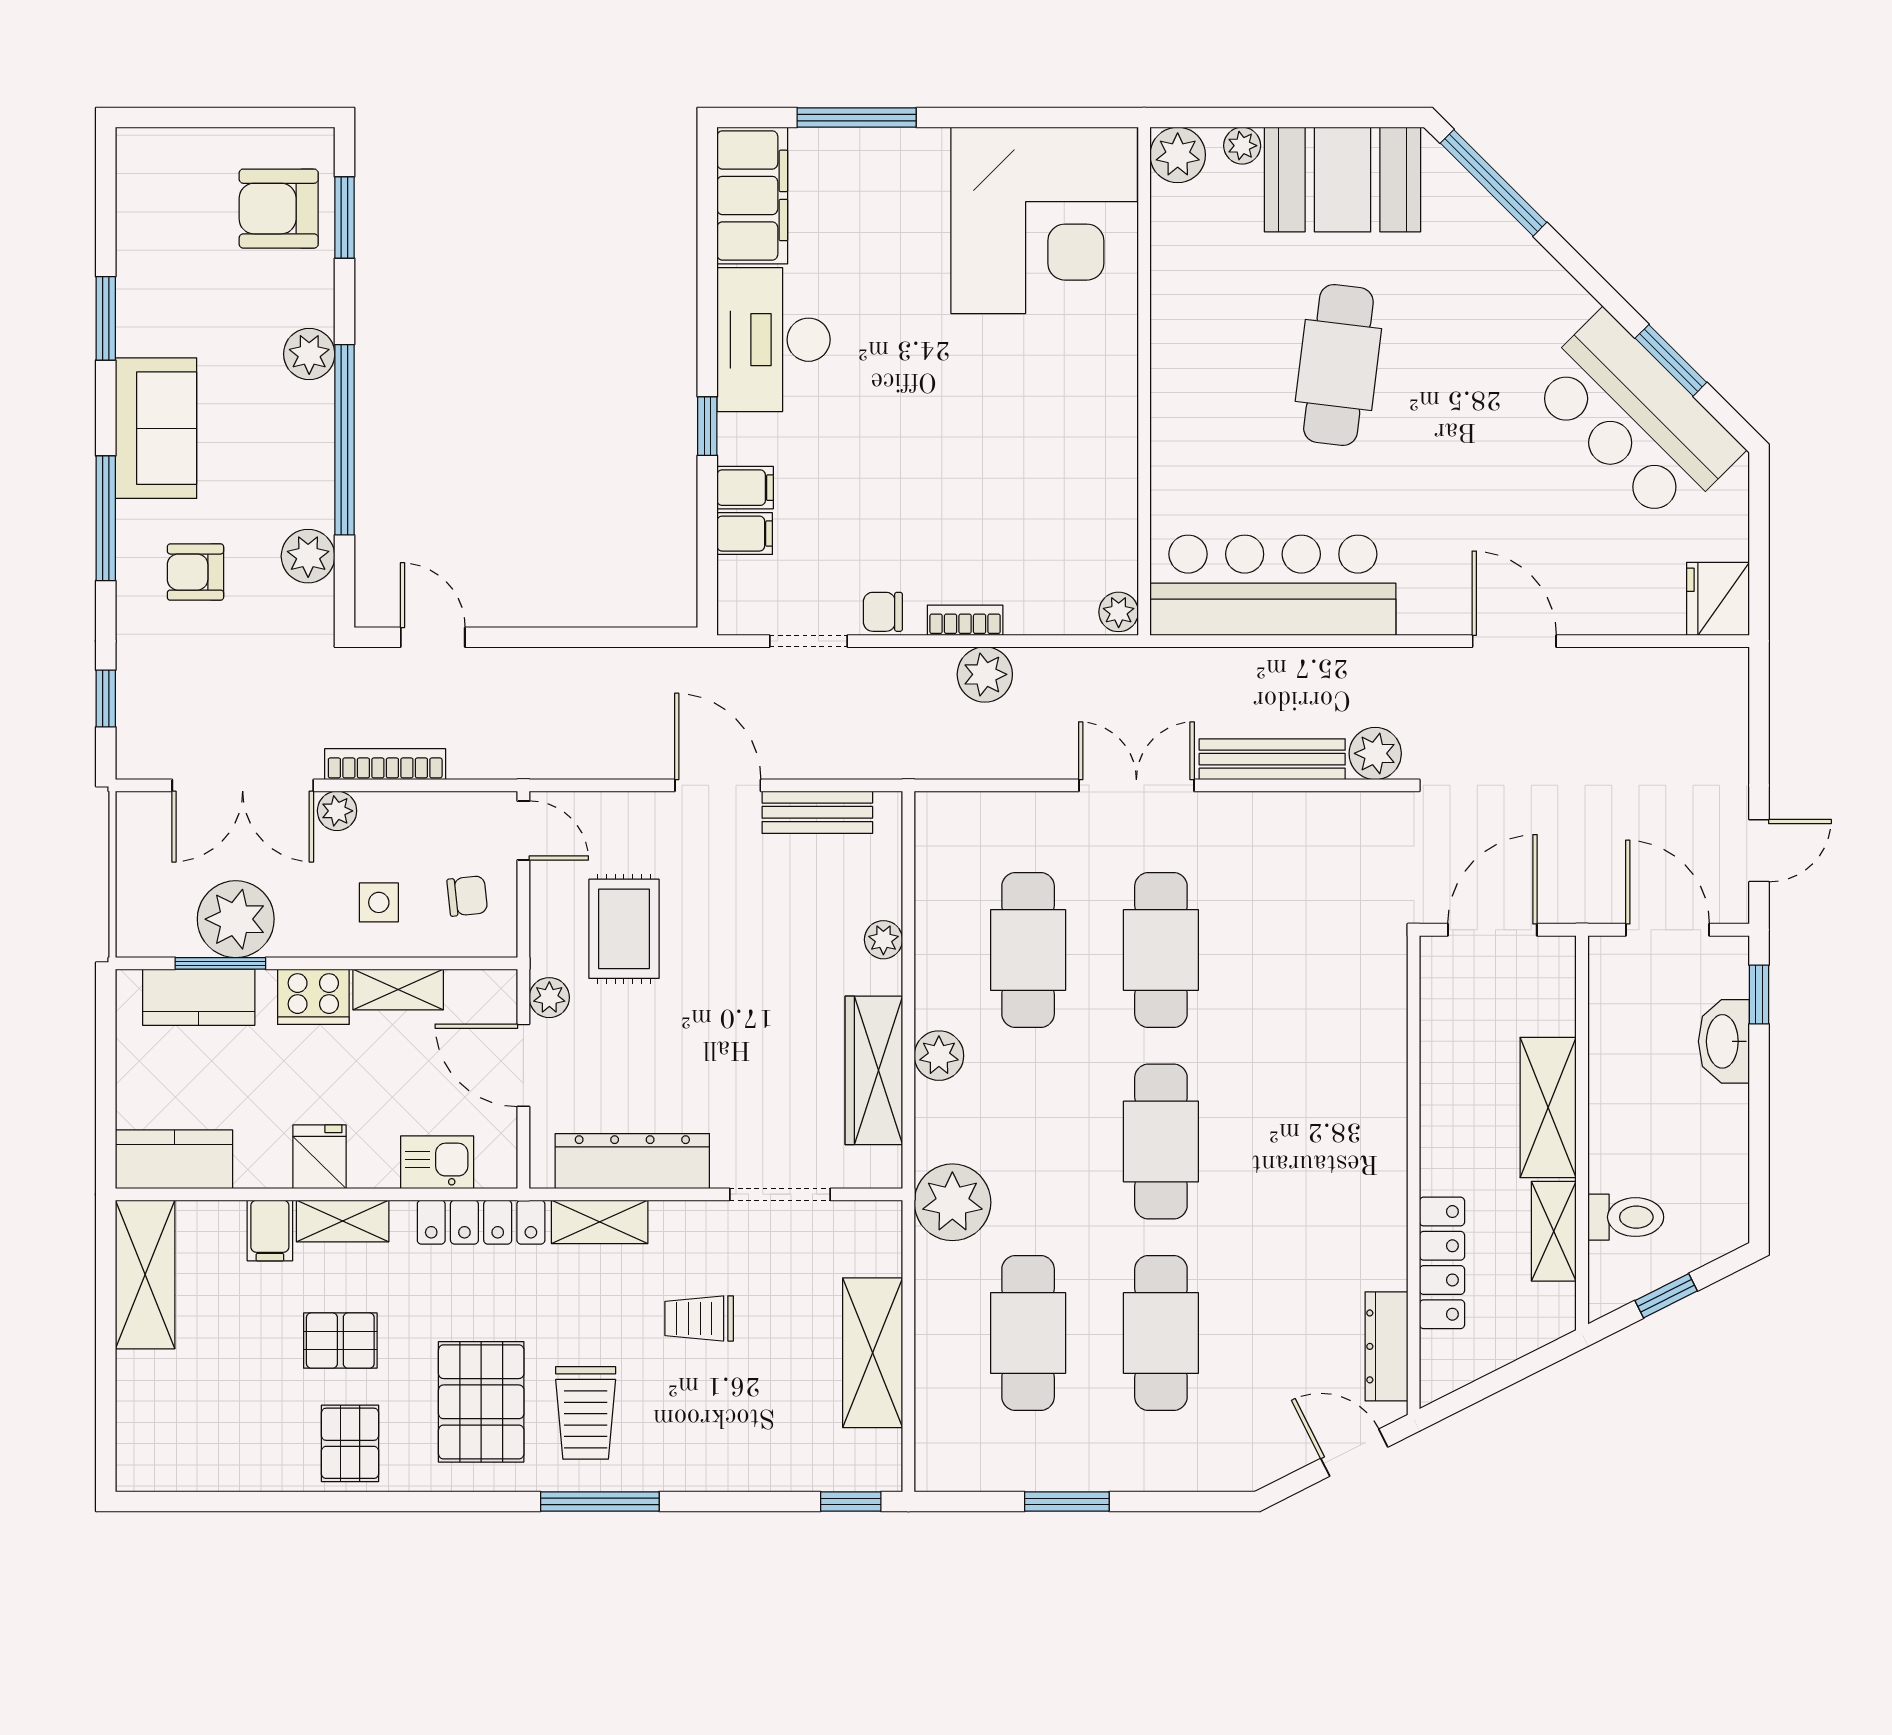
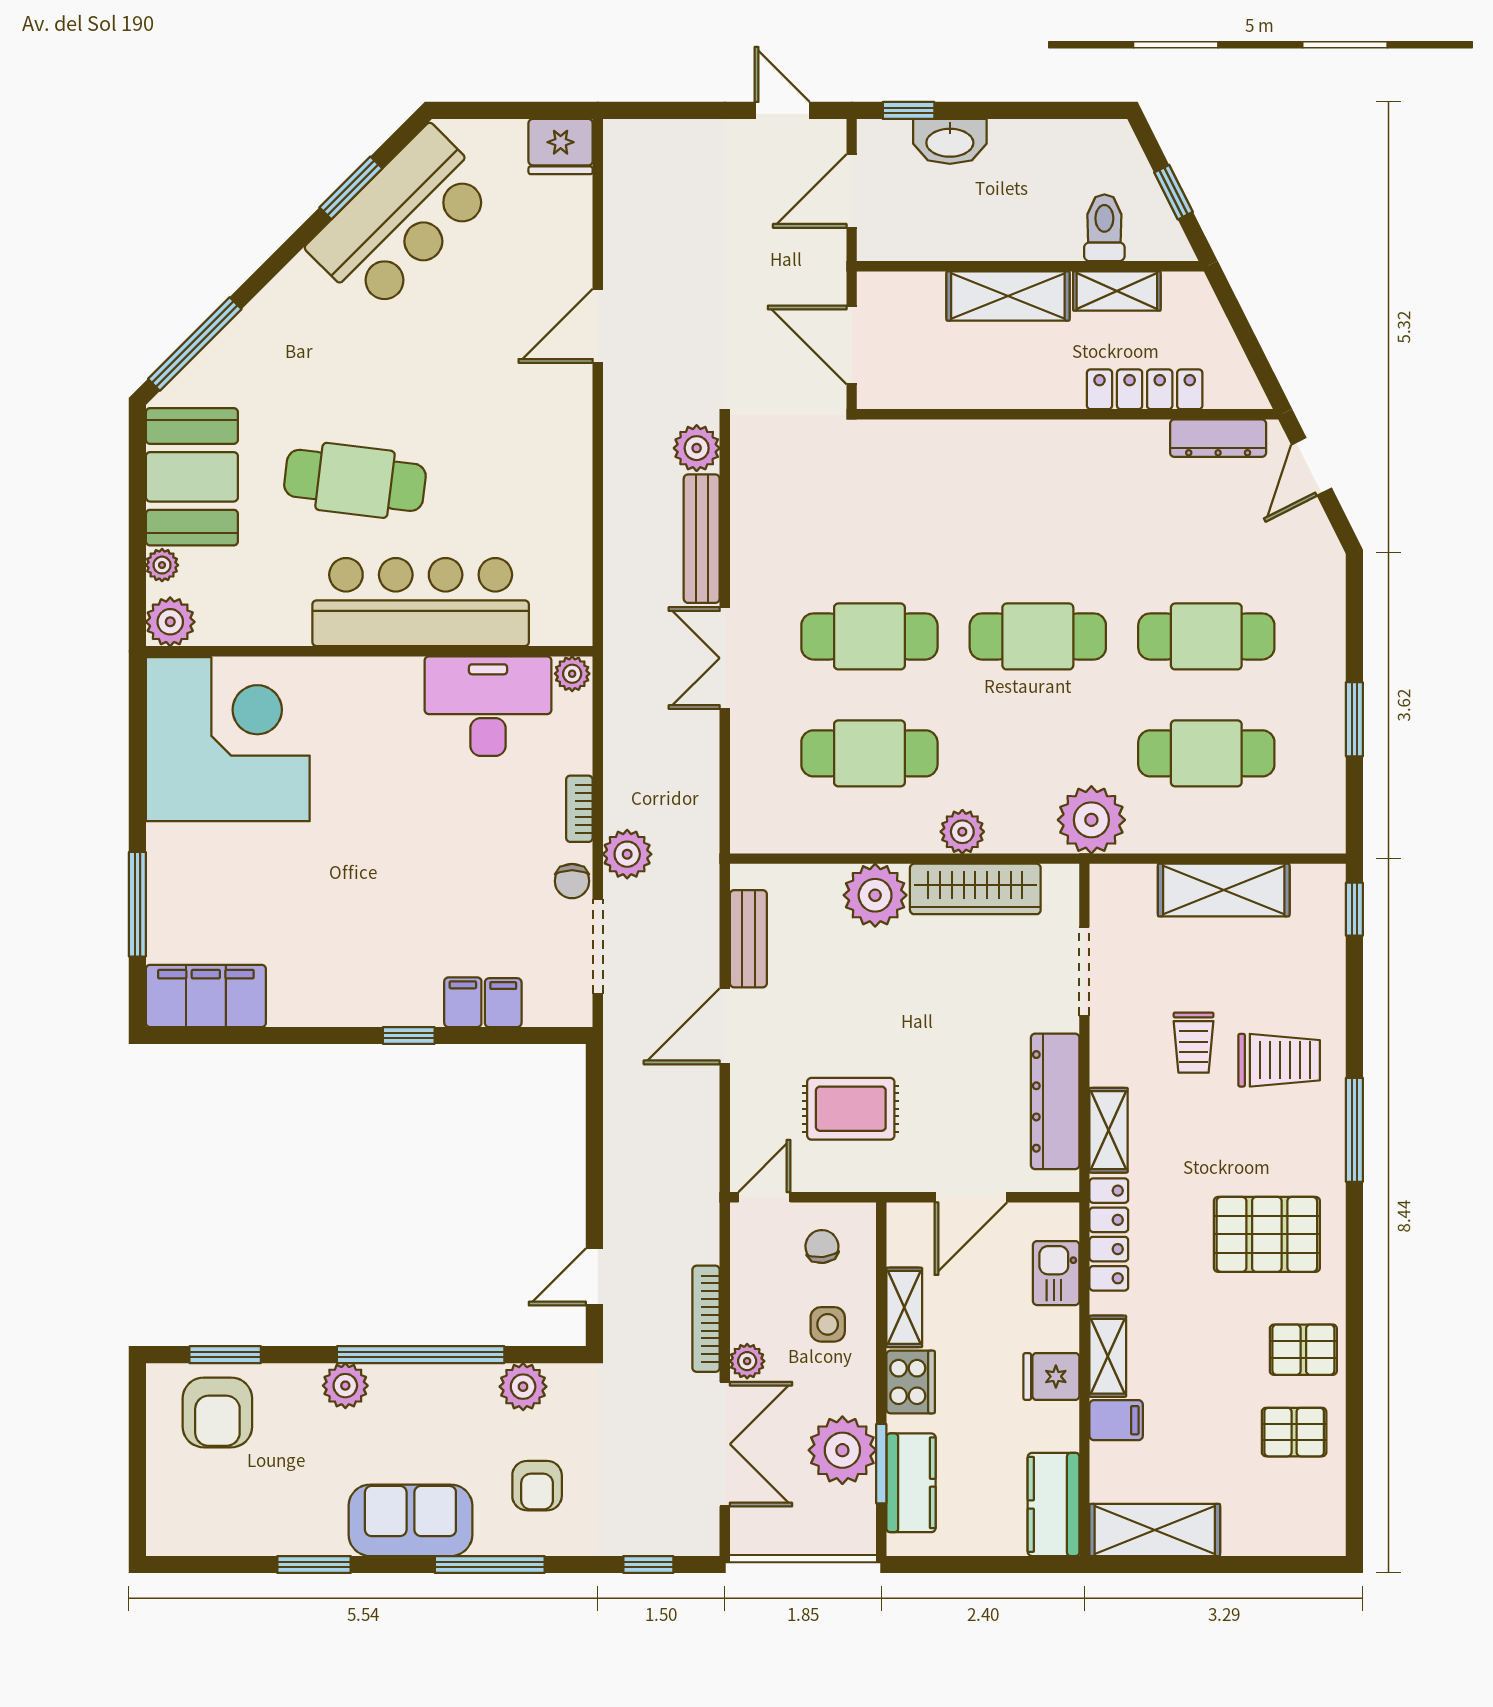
desk: (773, 340) -> (488, 706), moved, turned 180
bar counter: (1273, 585) -> (421, 602), moved, turned 90
doorway: (809, 641) -> (598, 946), width x1.38
plant: (985, 674) -> (627, 854), moved
plant: (883, 940) -> (875, 895), width x1.87, depth x1.87
plant: (549, 998) -> (911, 1174), removed
pallet: (340, 1341) -> (1294, 1432), moved, turned 90
trolley: (586, 1413) -> (1279, 1060), moved

